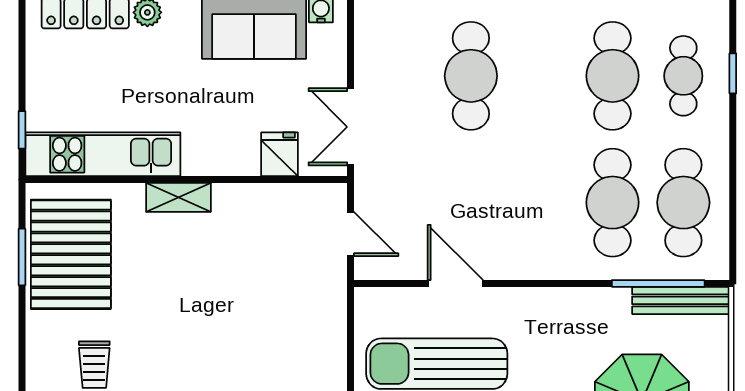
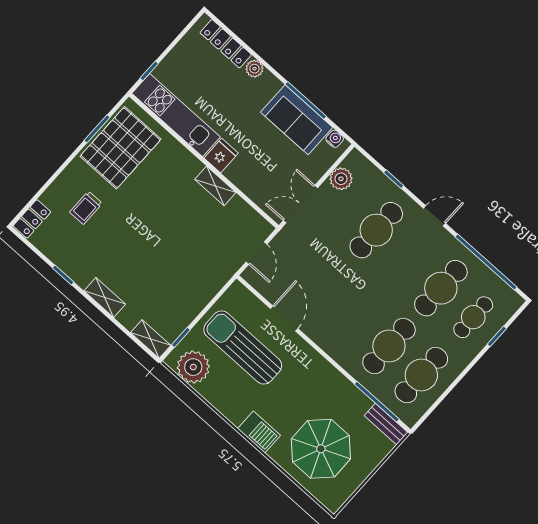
plant: (372, 52) -> (341, 179), added
fridge: (280, 154) -> (221, 156), moved
shelving: (178, 197) -> (215, 186), moved
bench: (681, 300) -> (386, 424), width x0.73

